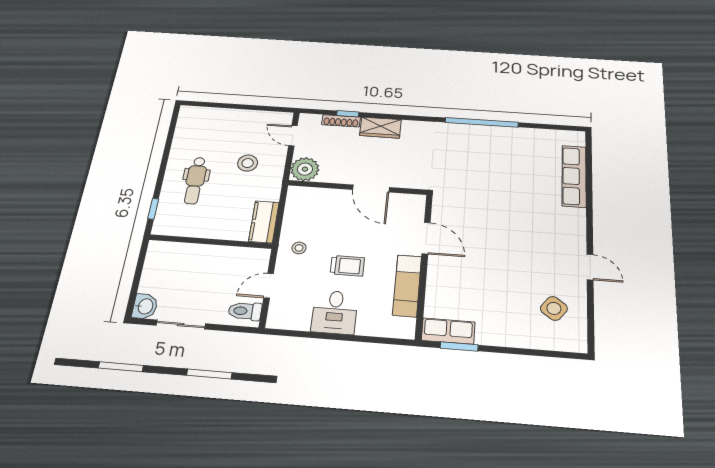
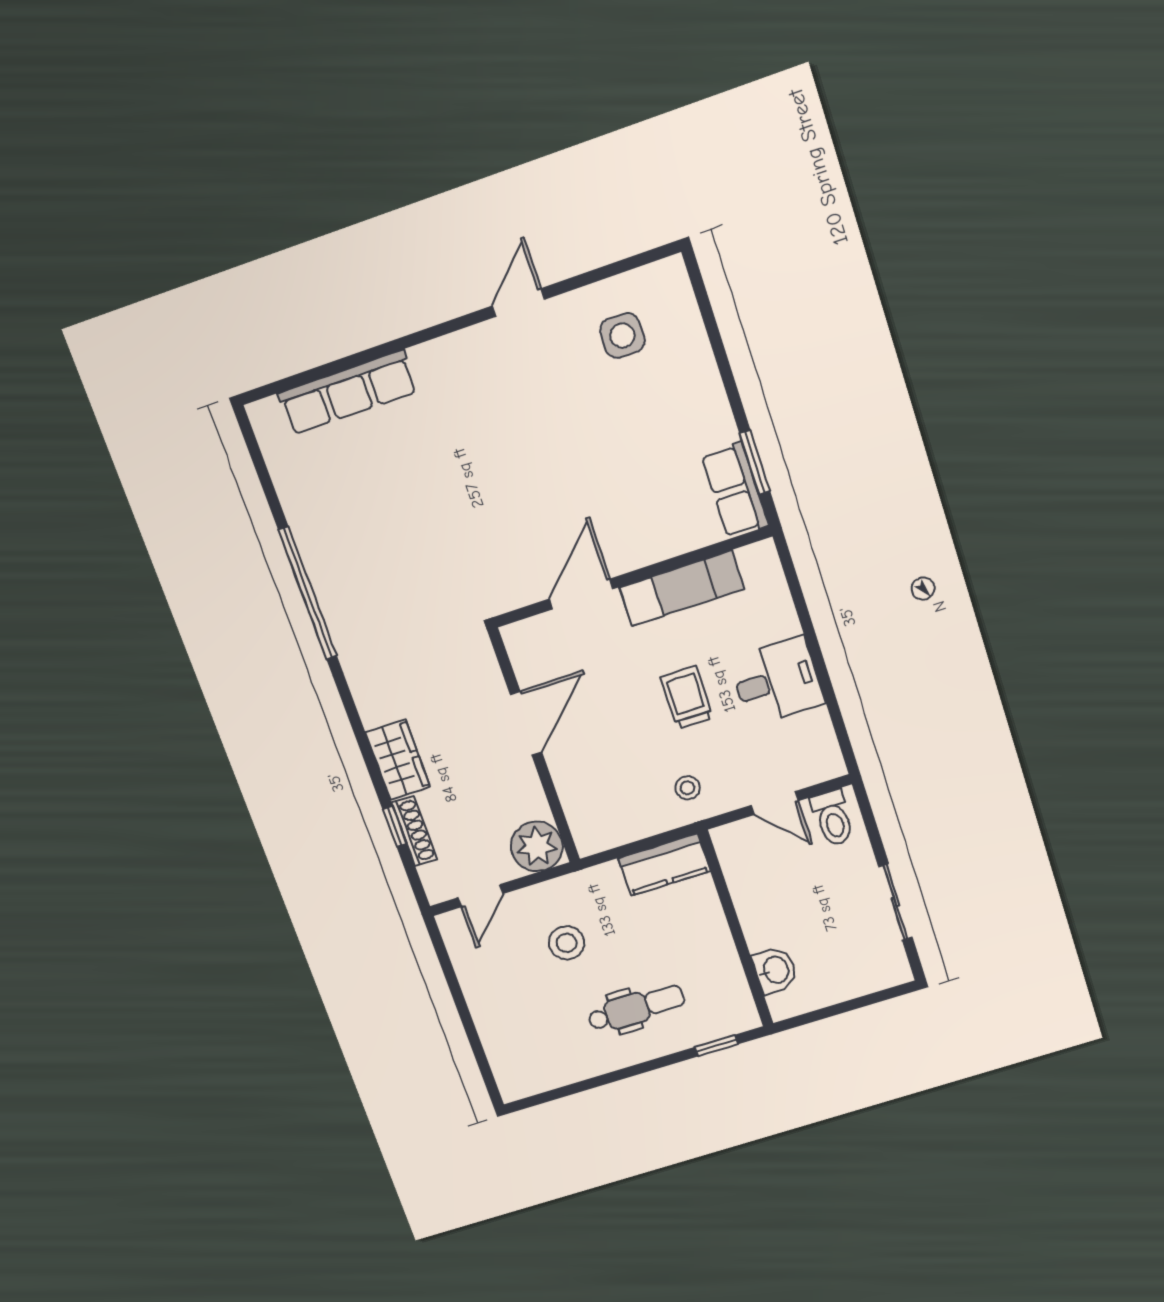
washbasin: (145, 306) -> (775, 970), moved, turned 90
side table: (554, 308) -> (622, 335), turned -37

